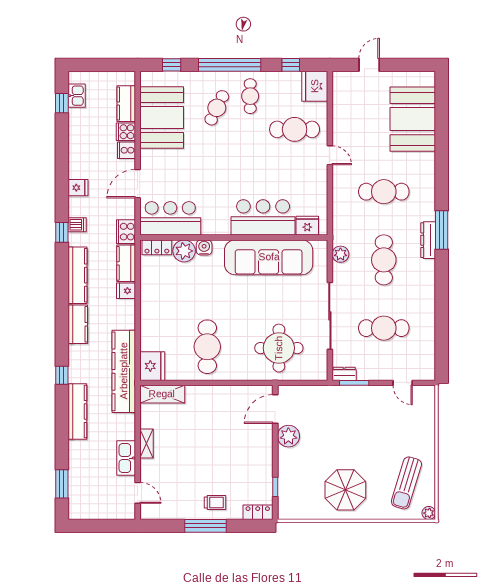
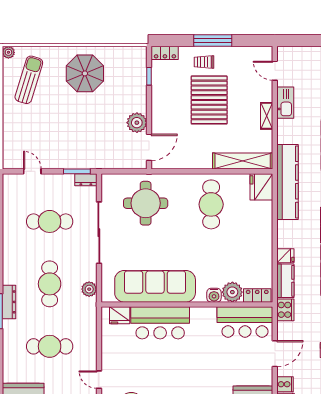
shelving: (162, 394) -> (243, 161), width x1.47
pallet: (209, 461) -> (209, 100), added

